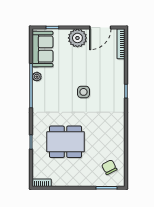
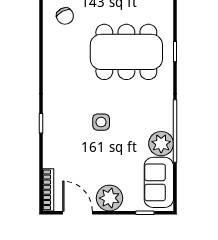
door: (100, 28) -> (77, 213), hinge flipped
plant: (37, 77) -> (161, 144), width x1.87, depth x1.87
dining table: (66, 142) -> (126, 52), width x1.36, depth x1.24

